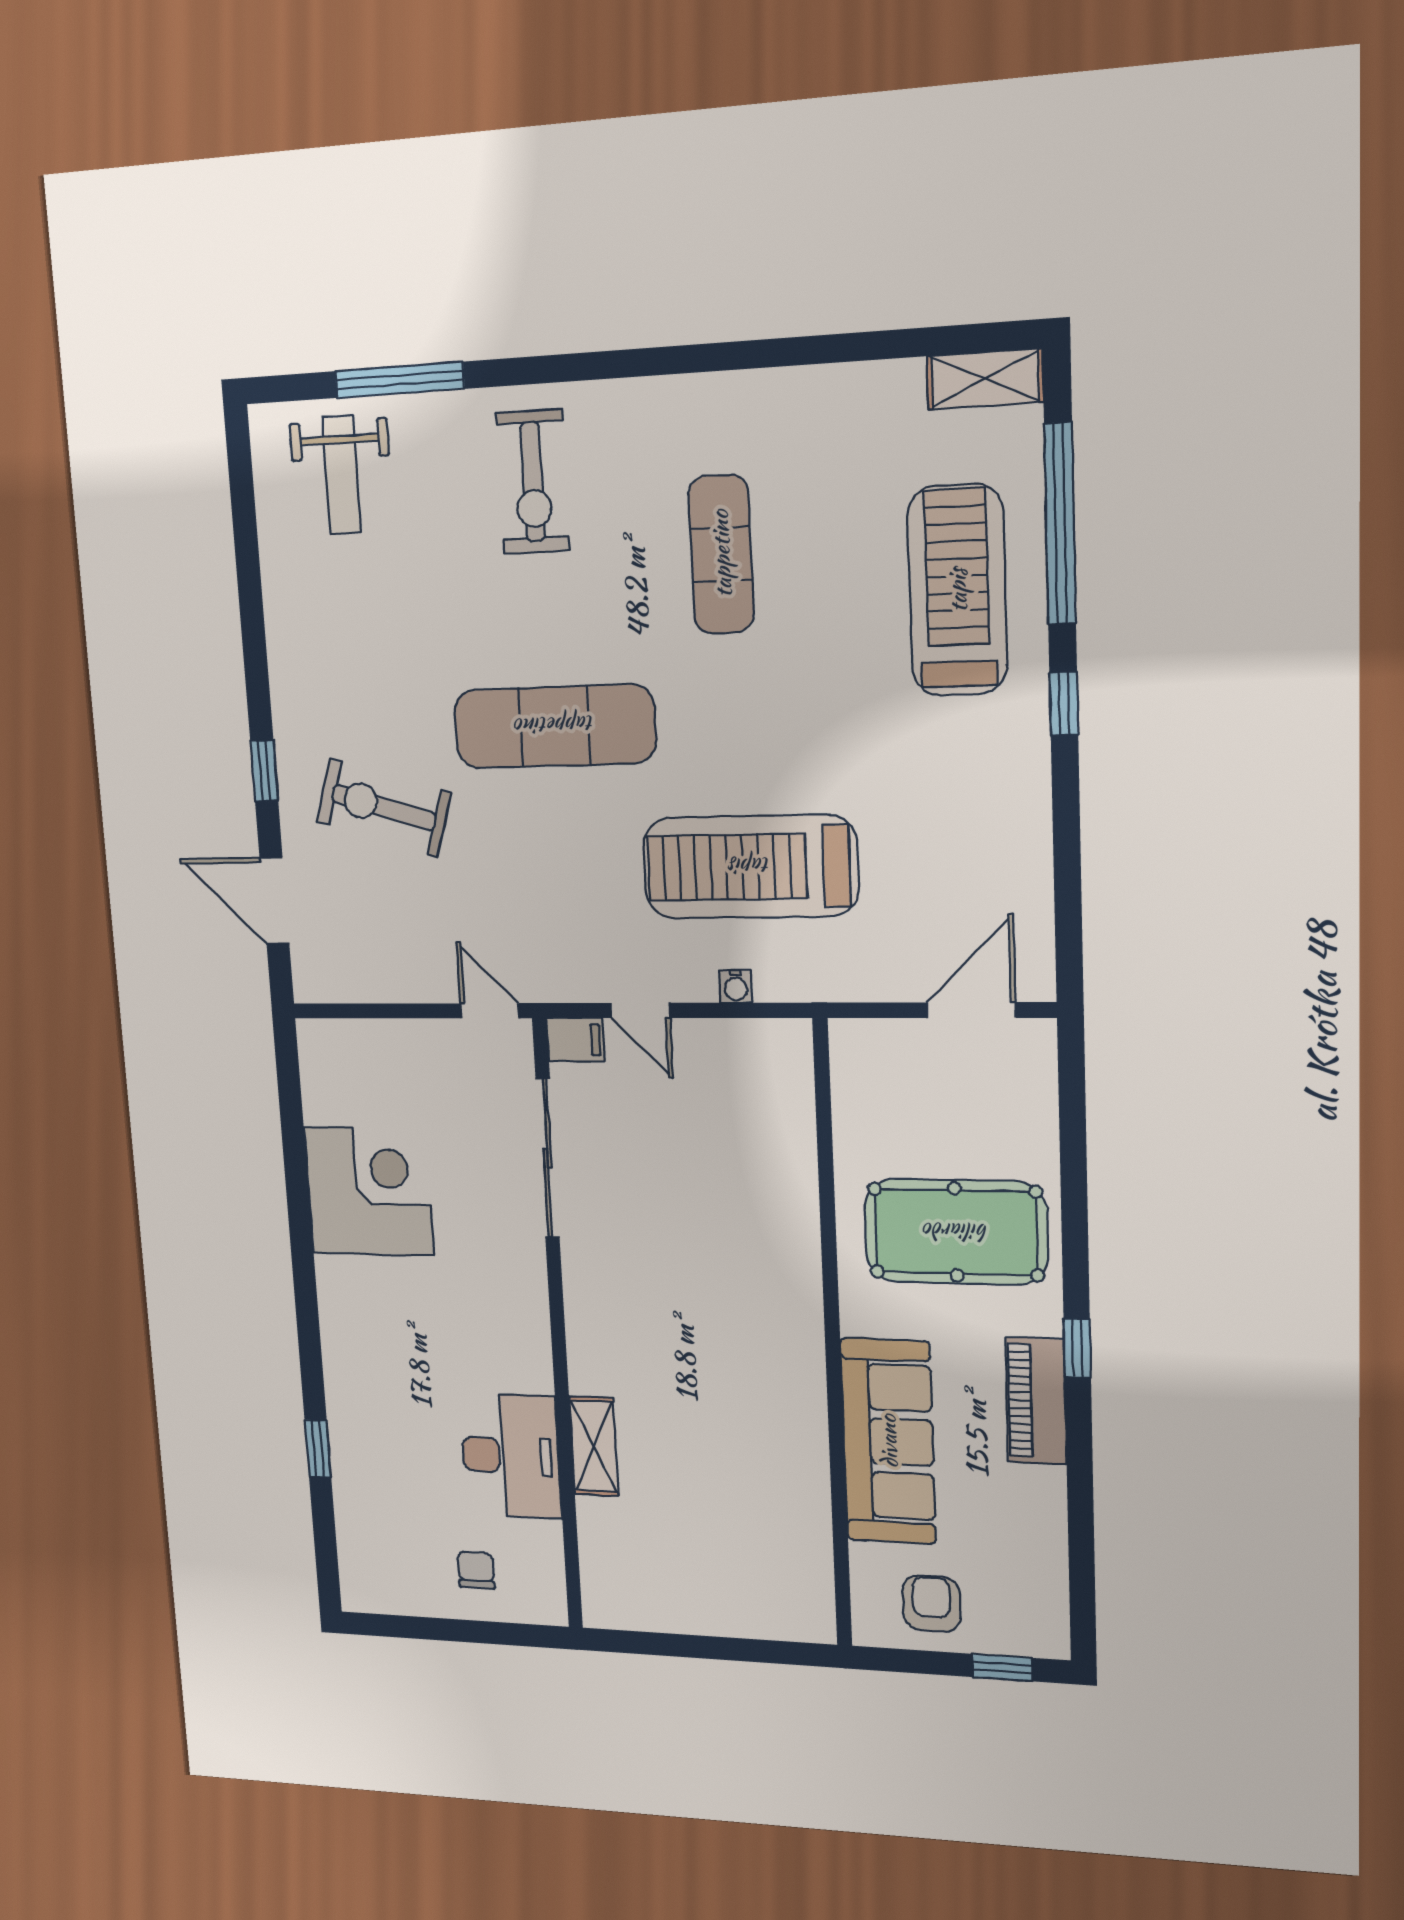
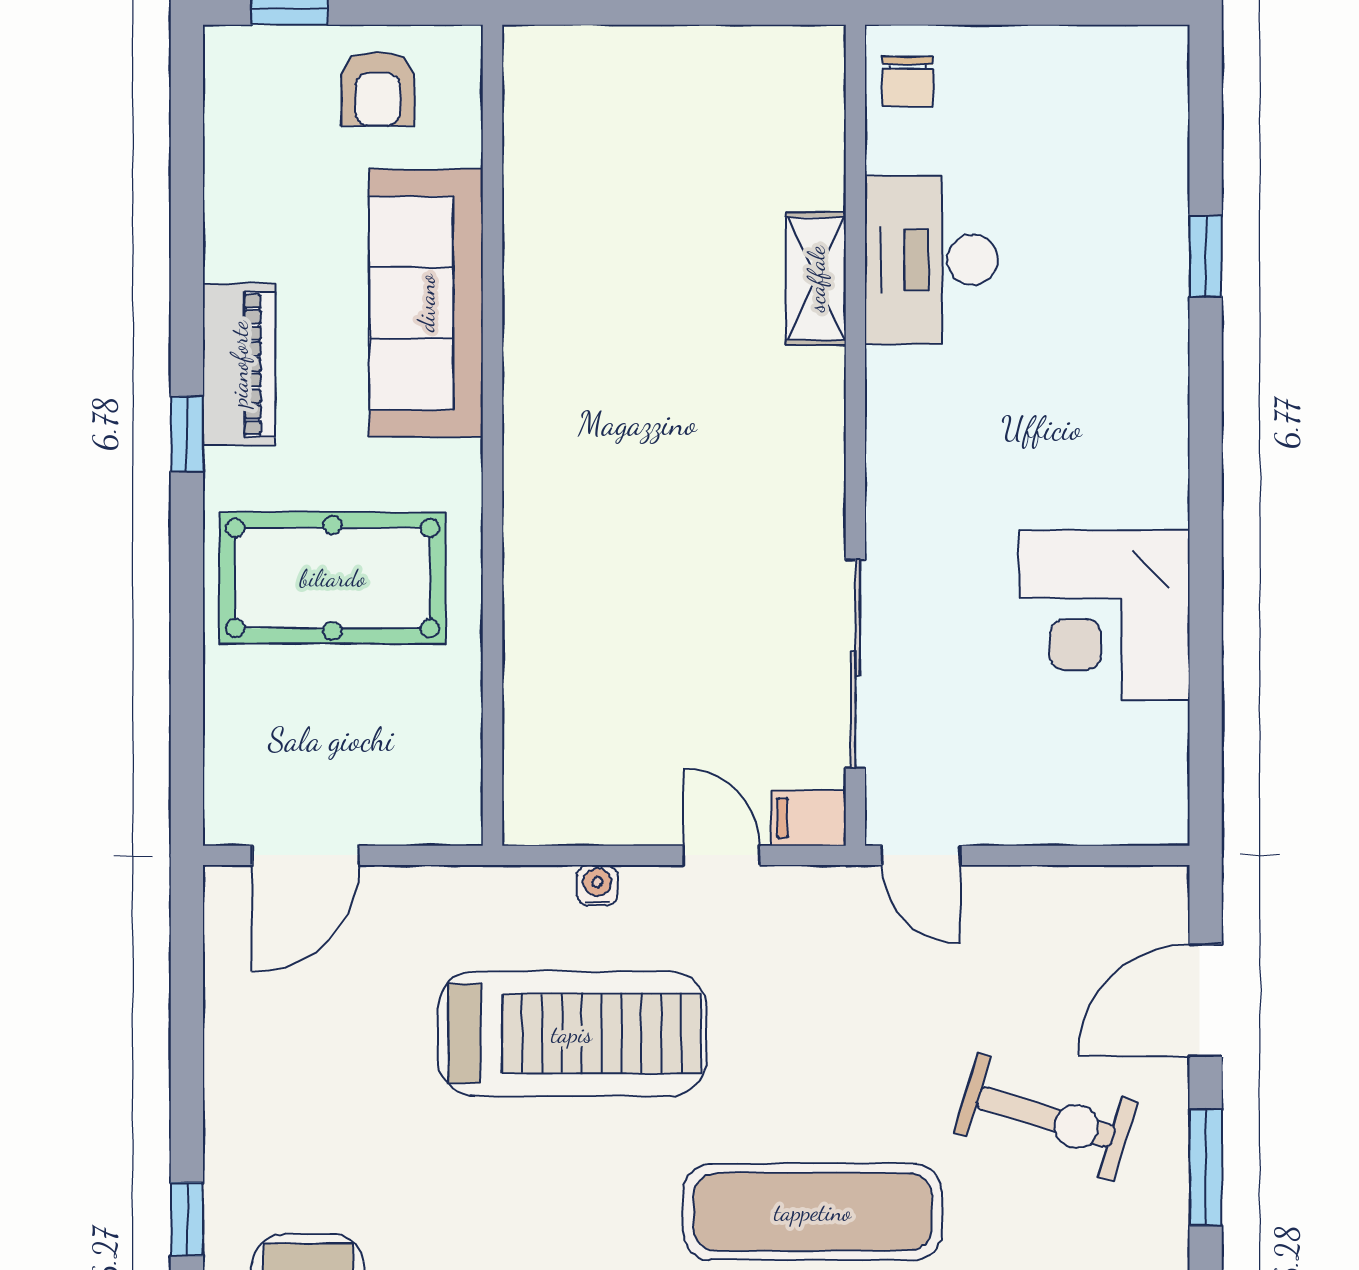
window: (264, 771) -> (1206, 1167), width x1.50
door: (274, 901) -> (1206, 1000), swing flipped
chair: (476, 1570) -> (908, 82), moved

